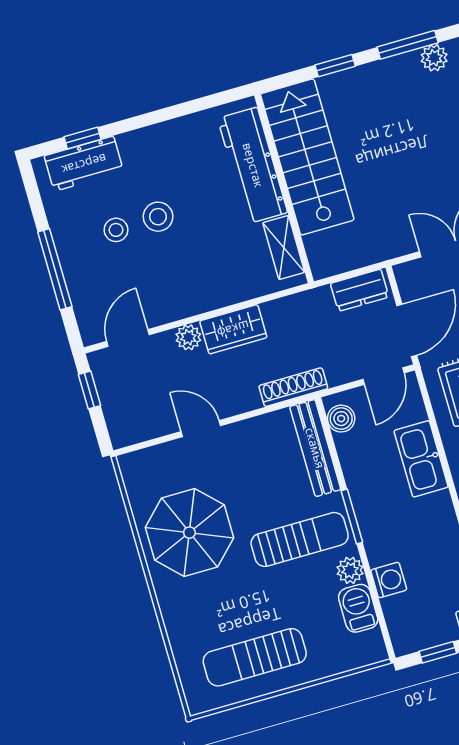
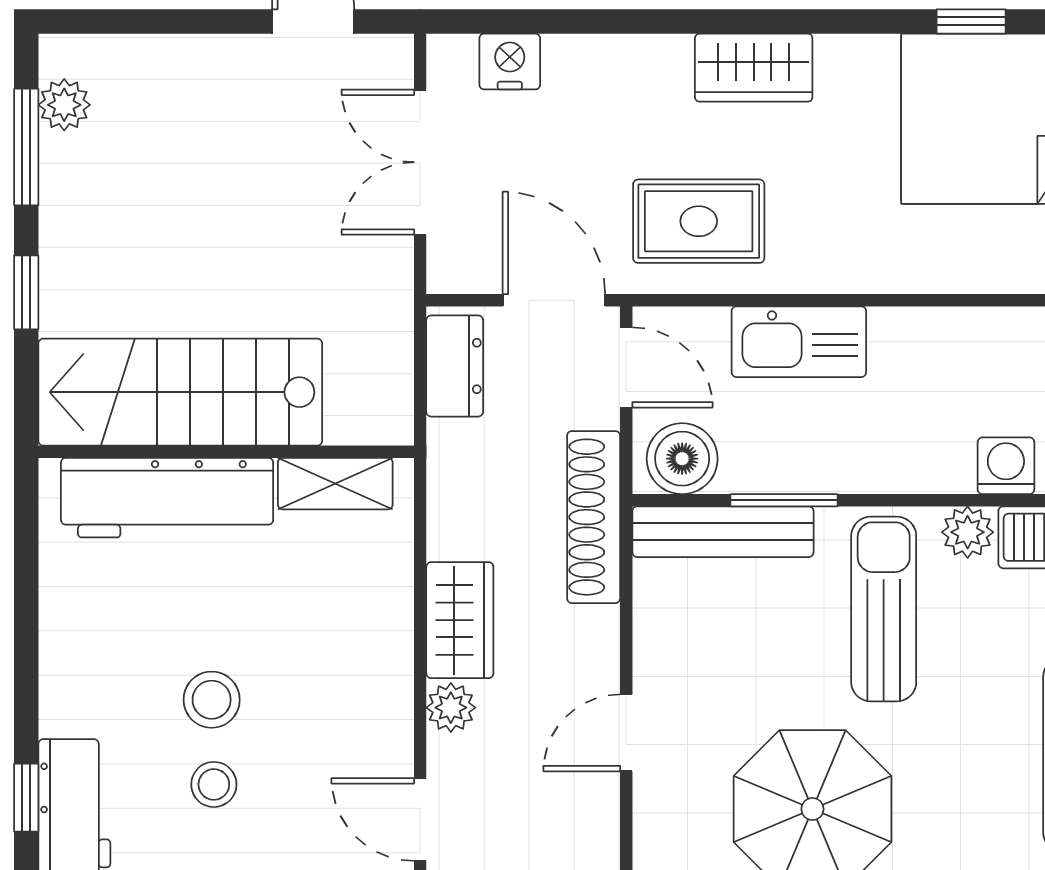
shoe rack: (293, 387) -> (594, 517), width x1.36, depth x1.24
boiler: (341, 419) -> (682, 459), width x1.36, depth x1.36
window: (352, 516) -> (784, 500), moved

